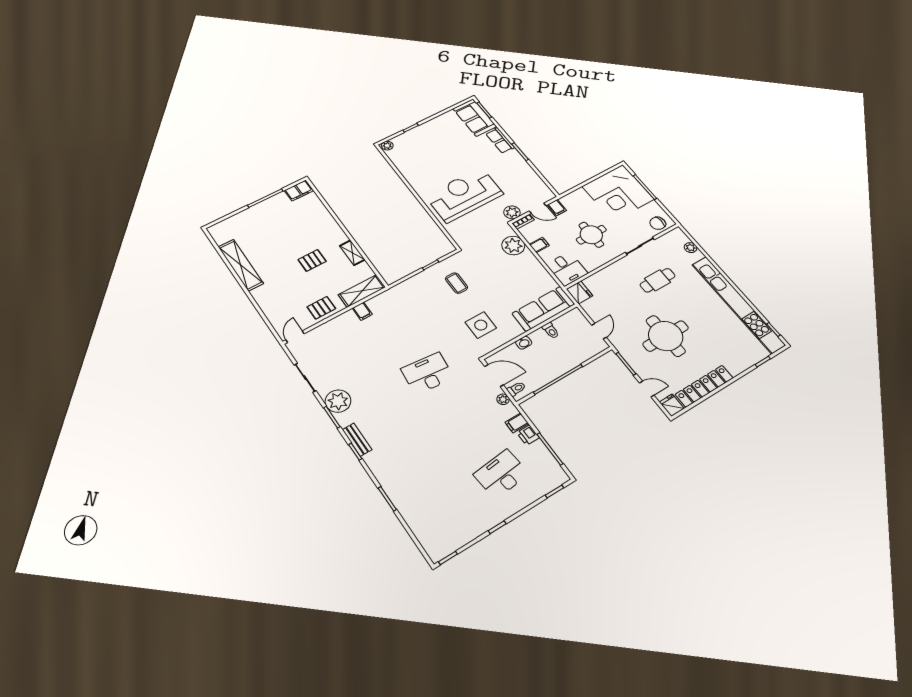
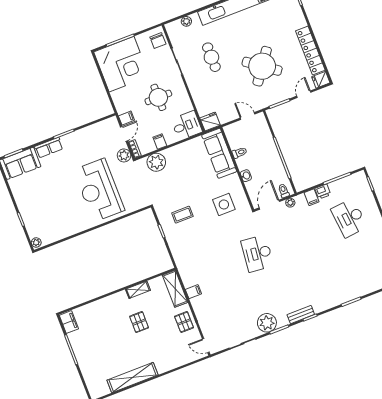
round table: (666, 336) -> (262, 66), turned 36

